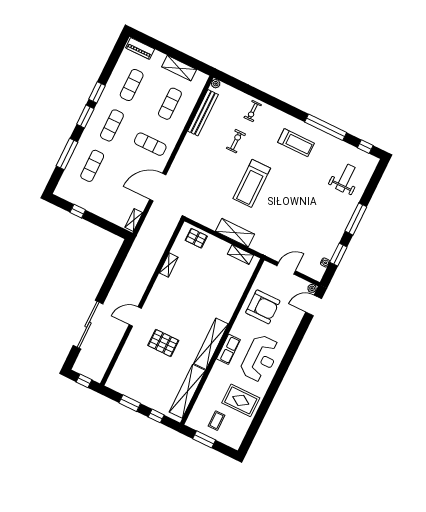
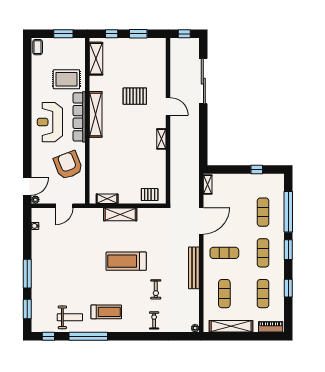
shelving: (179, 68) -> (231, 326), width x1.47
window: (97, 92) -> (288, 288), moved
bench: (203, 113) -> (194, 268), moved
treadmill: (296, 143) -> (106, 312), turned 180
window: (67, 154) -> (288, 212), width x1.46
weight bench: (345, 178) -> (70, 317), moved, turned -90
treadmill: (252, 183) -> (126, 261), turned -90
window: (338, 255) -> (27, 309), moved
shelving: (169, 265) -> (161, 139), moved
armchair: (263, 307) -> (68, 165), turned 69
door: (135, 317) -> (168, 107), hinge flipped
row of seats: (228, 349) -> (79, 117), width x2.02
shelving: (187, 391) -> (96, 59), width x0.68
rug: (241, 400) -> (66, 79), moved
coffee table: (216, 421) -> (38, 47), moved

